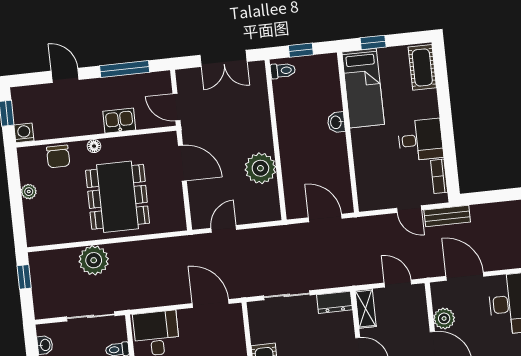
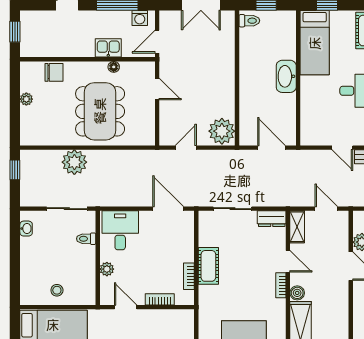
door: (176, 107) -> (157, 42), hinge flipped
washbasin: (336, 122) -> (286, 76), width x1.91, depth x1.45
washing machine: (24, 133) -> (140, 18), moved, turned 180
floor lamp: (94, 146) -> (114, 67), moved
chair: (58, 156) -> (54, 72), turned -90
door: (182, 163) -> (157, 89), width x0.73
plant: (260, 168) -> (222, 131), moved

